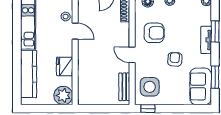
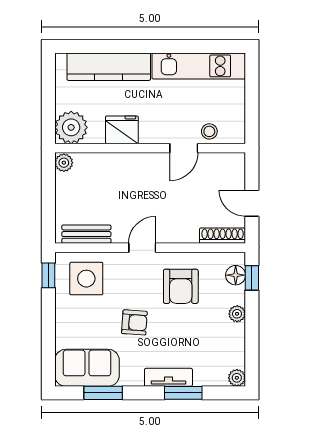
plant: (83, 100) -> (64, 163), added

